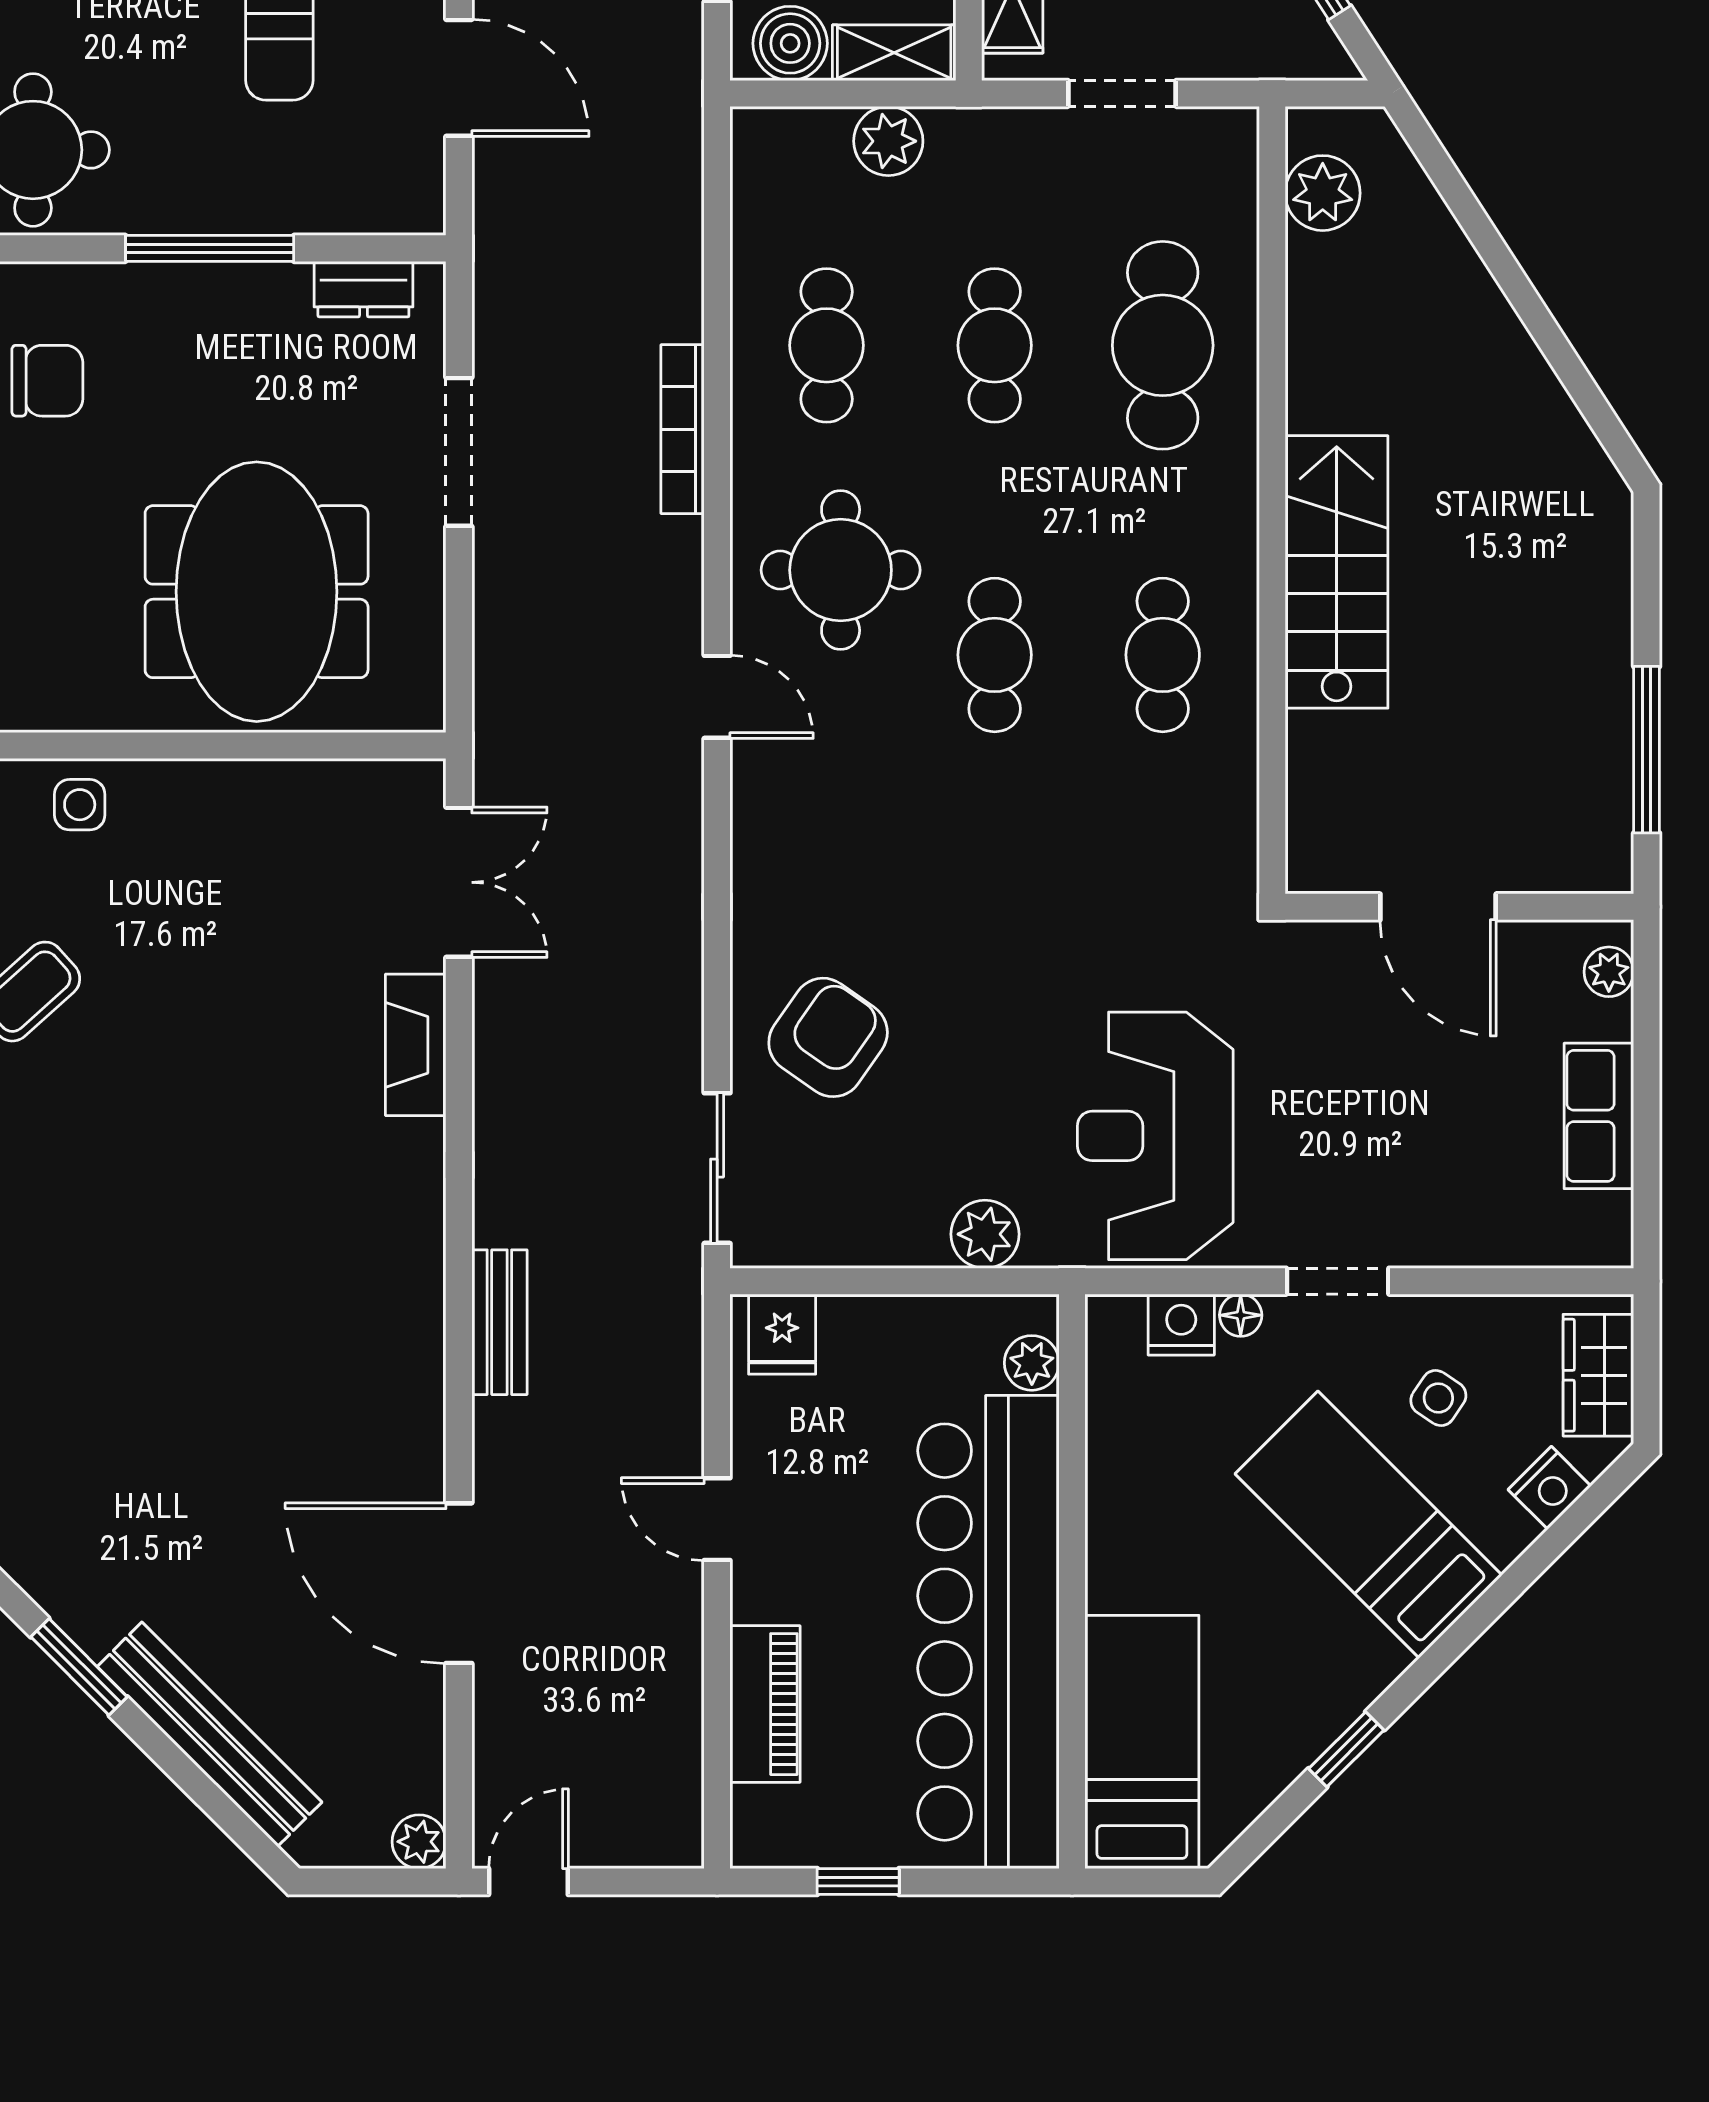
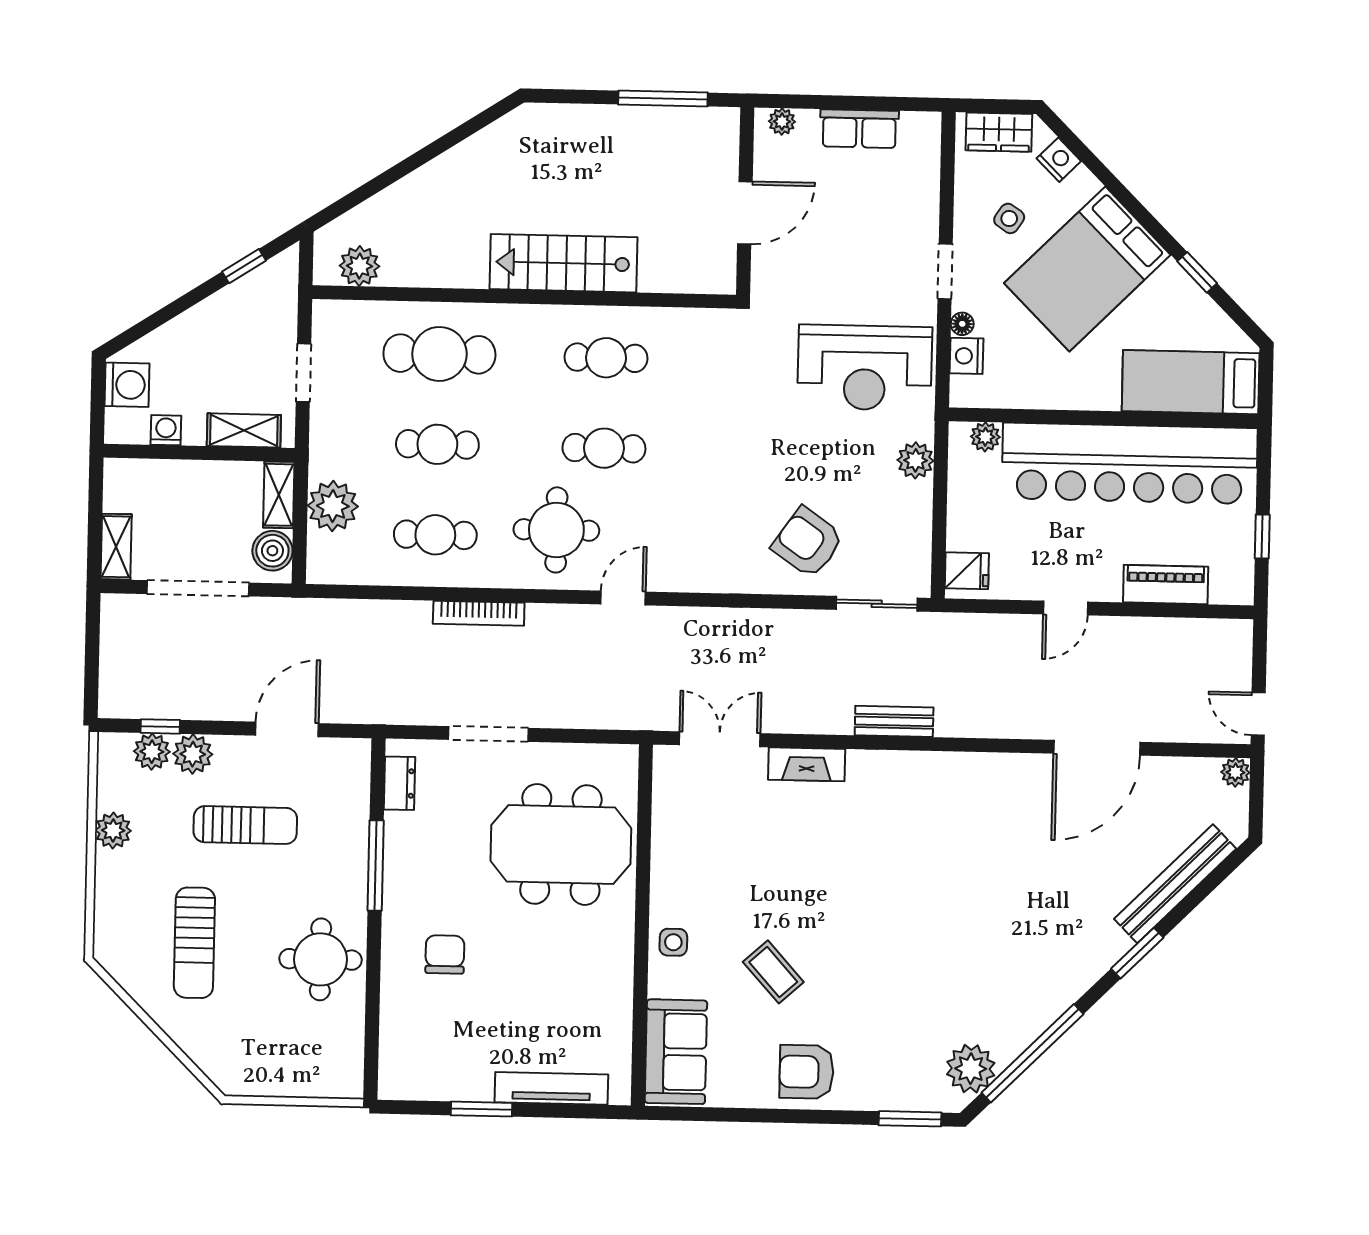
plant: (888, 141) -> (333, 506), width x1.36, depth x1.36
bench: (499, 1322) -> (894, 721), moved
bed: (1369, 1525) -> (1087, 269), width x1.50

